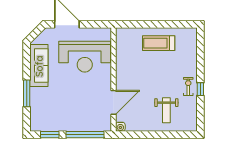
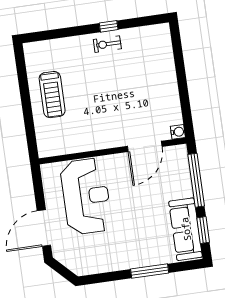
sofa: (39, 66) -> (186, 229), moved, turned -90
door: (114, 102) -> (145, 146), swing flipped
weight bench: (166, 110) -> (145, 70), removed

